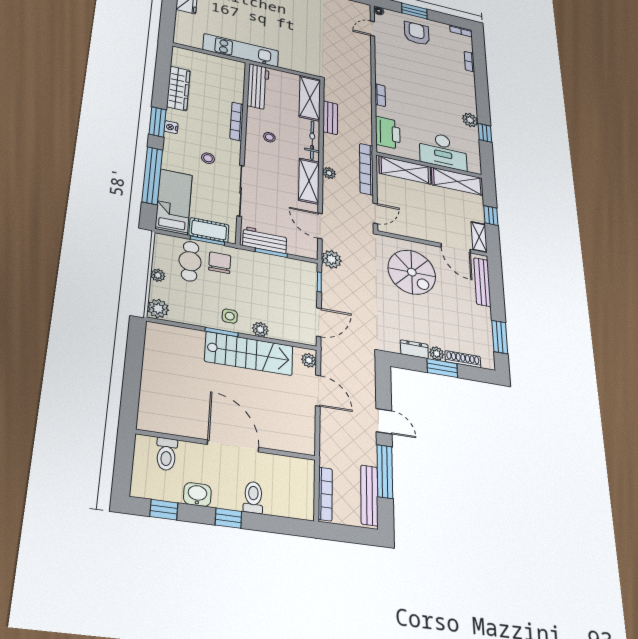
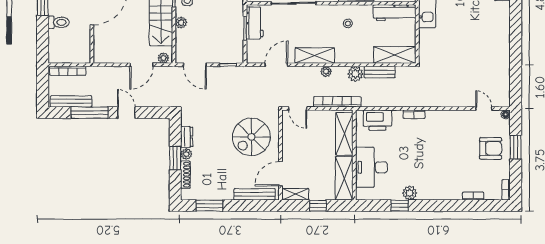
bicycle: (312, 140) -> (354, 58), removed
plant: (332, 259) -> (355, 74), moved
door: (384, 421) -> (126, 113), swing flipped

